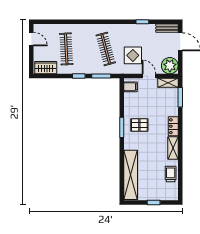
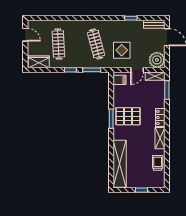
door: (149, 76) -> (137, 70), swing flipped
pallet: (139, 125) -> (128, 116), width x1.50, depth x1.42

